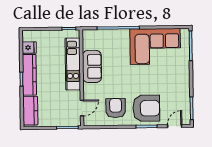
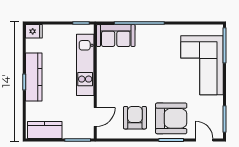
corner sofa: (155, 46) -> (202, 65), moved, turned 90
fridge: (29, 48) -> (34, 31), moved
sofa: (92, 66) -> (116, 36), moved, turned 90
kitchen counter: (30, 111) -> (45, 130), moved, turned -90
door: (175, 126) -> (204, 140), hinge flipped

